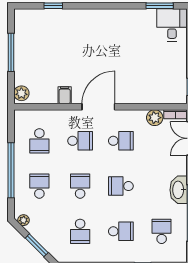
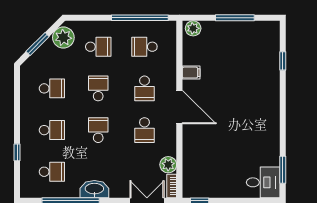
window: (11, 170) -> (140, 18), moved
school desk: (80, 186) -> (98, 88), turned -90
plant: (23, 220) -> (63, 38), width x1.88, depth x1.88
school desk: (80, 231) -> (52, 88), turned 180
school desk: (121, 231) -> (52, 130), turned -90

